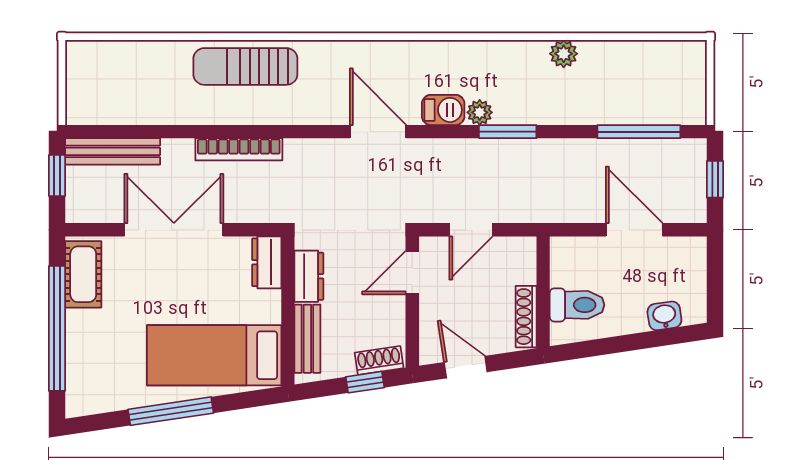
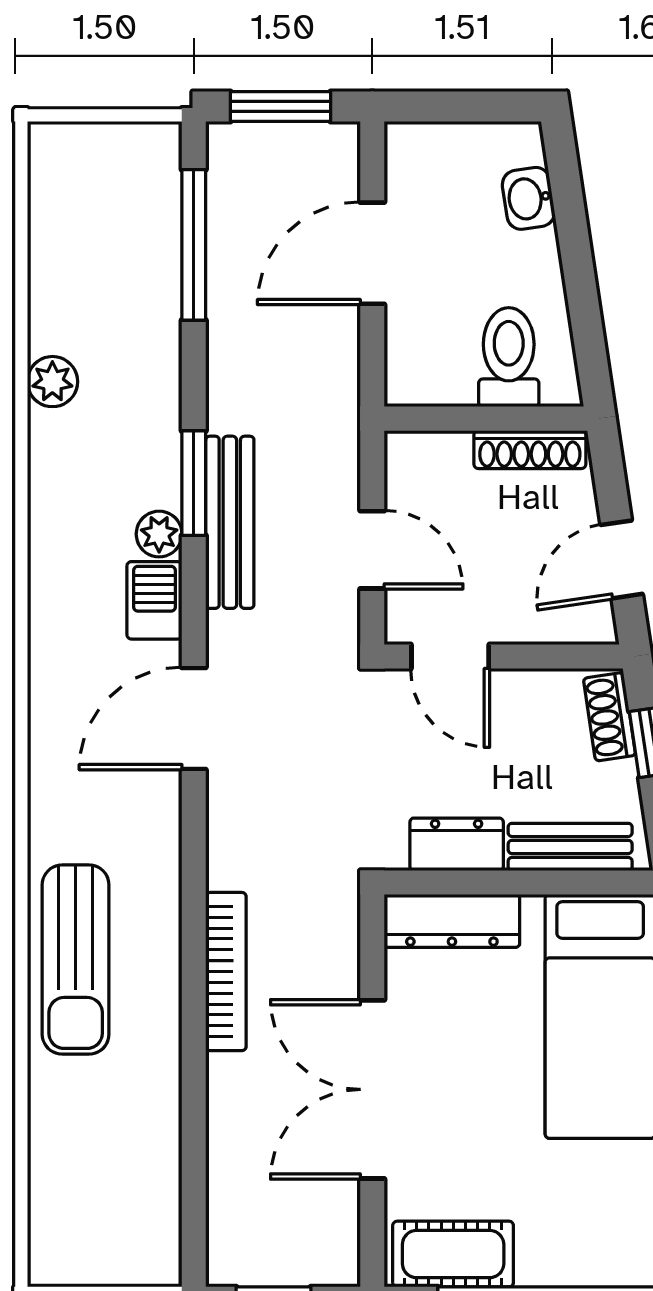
bench: (113, 151) -> (230, 522), moved
window: (715, 179) -> (281, 106), width x1.50
dresser: (267, 262) -> (452, 921), width x1.44

